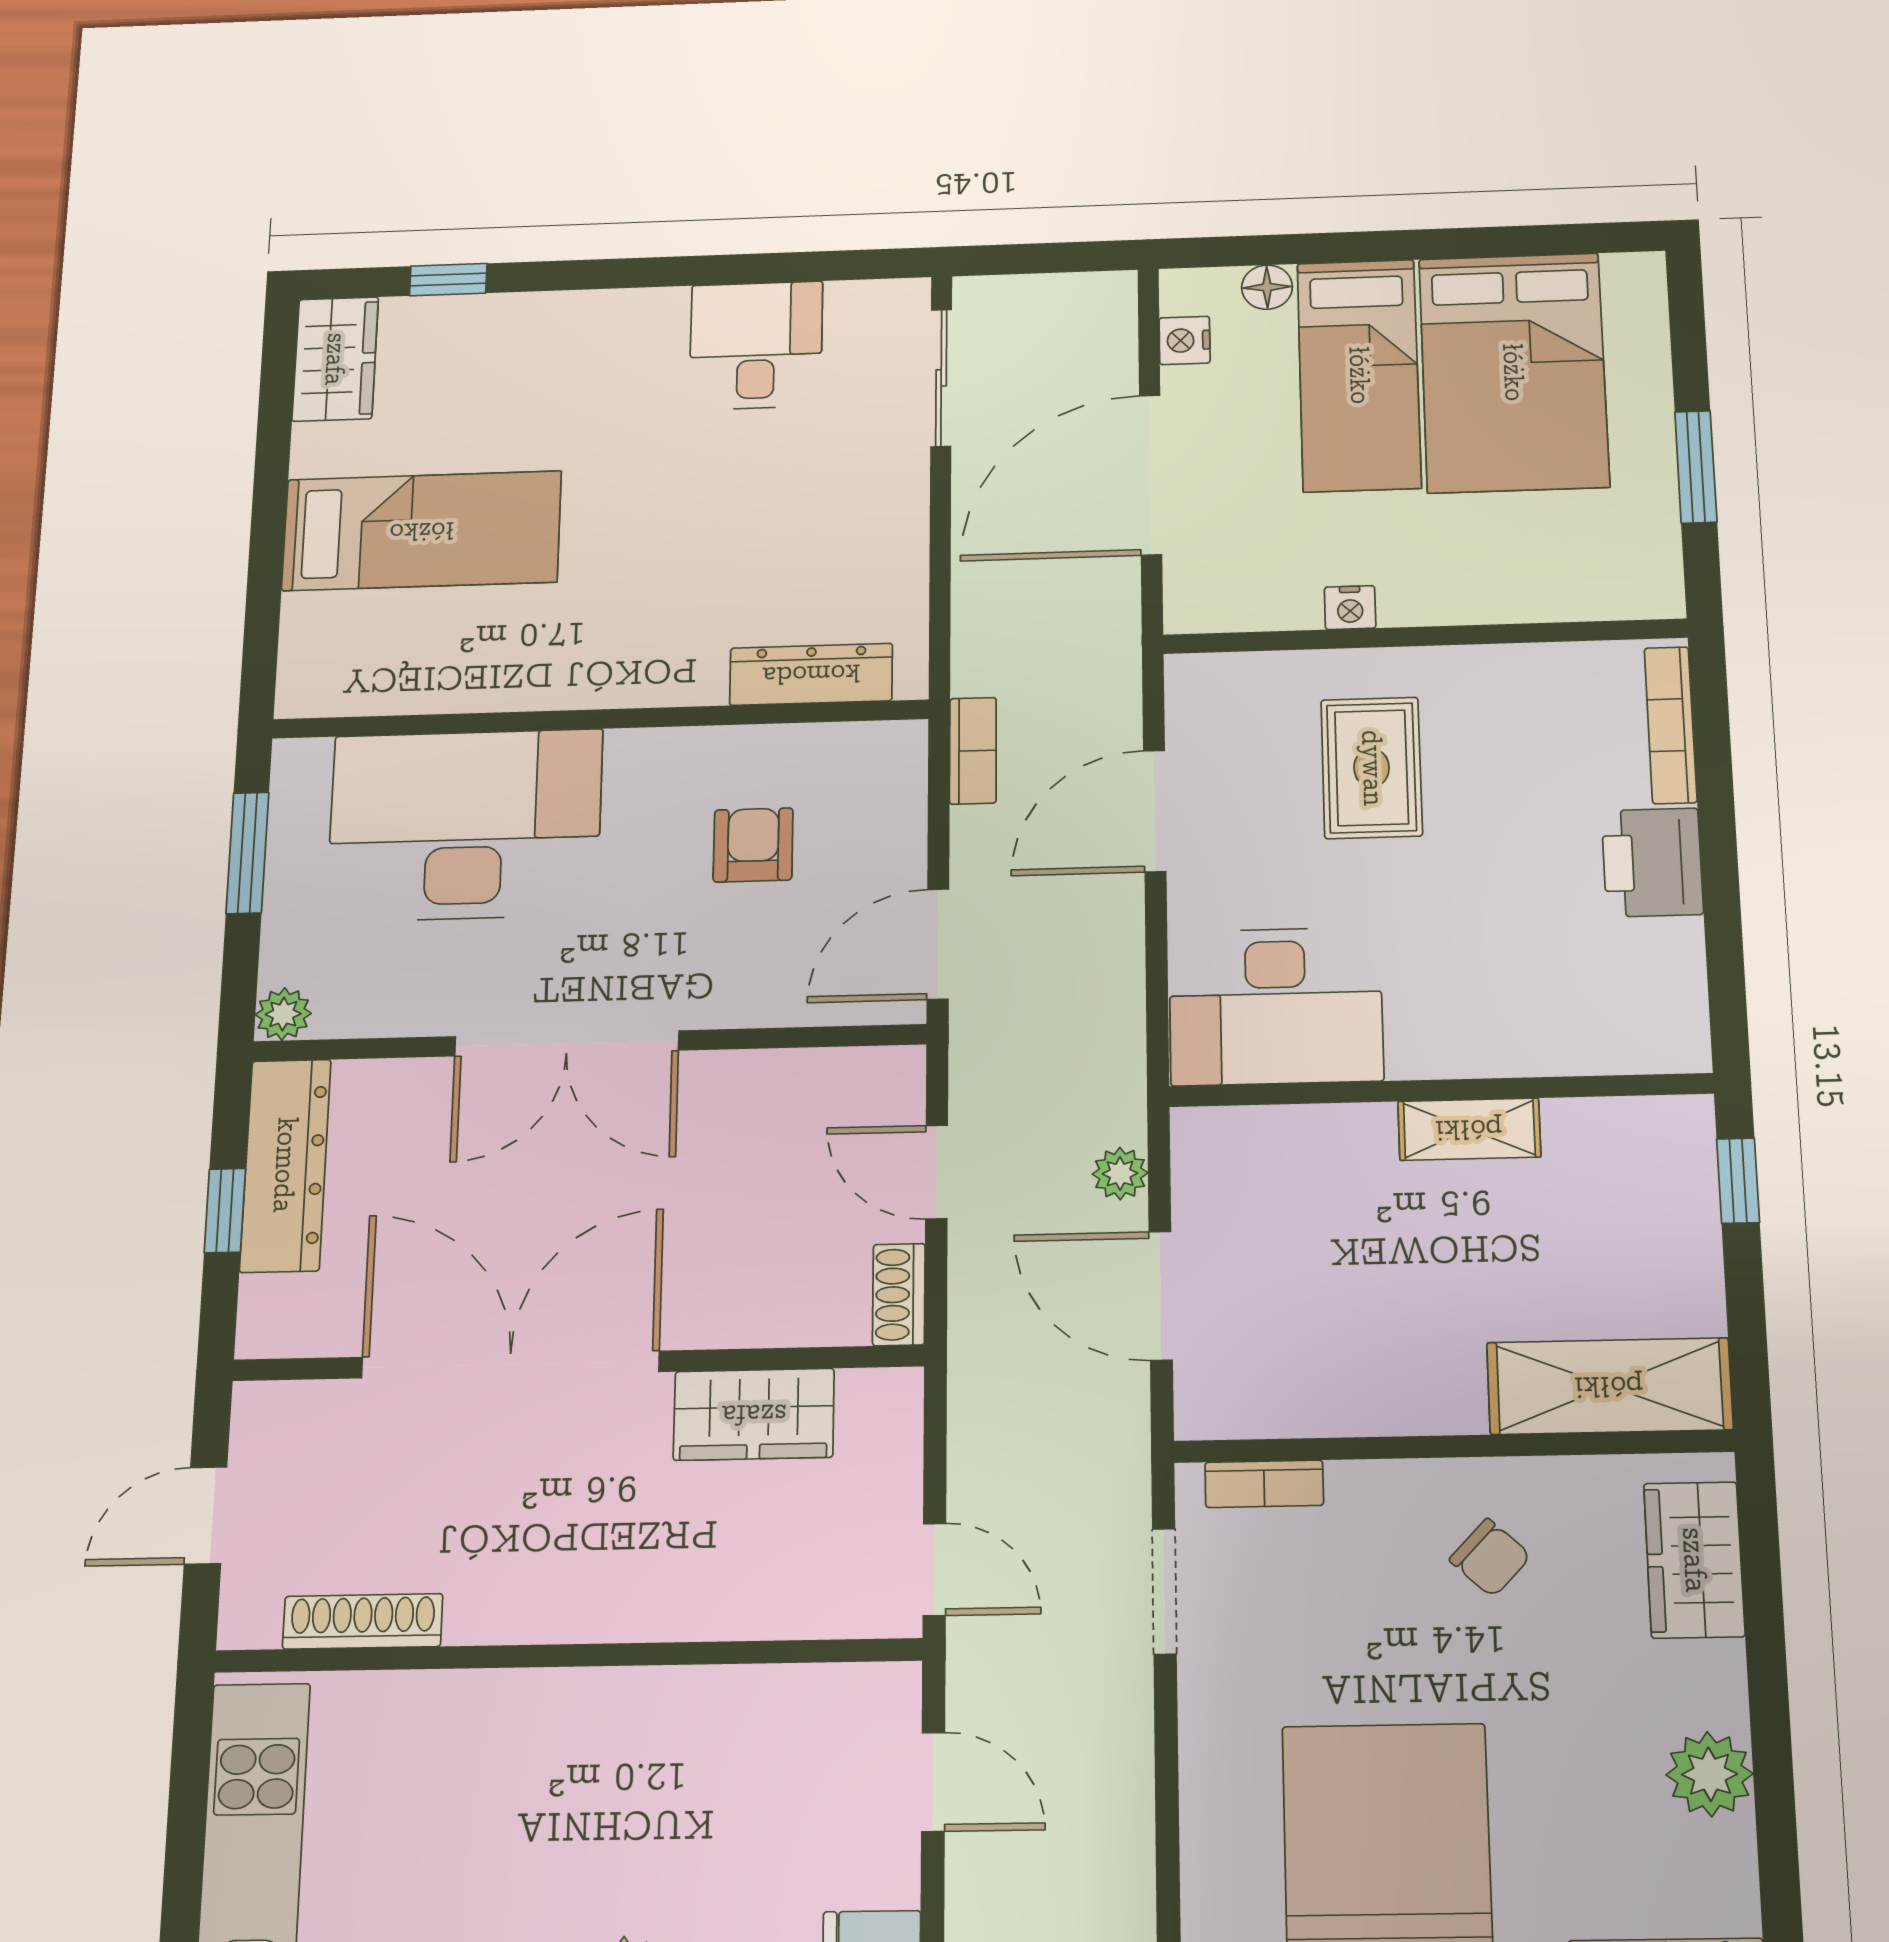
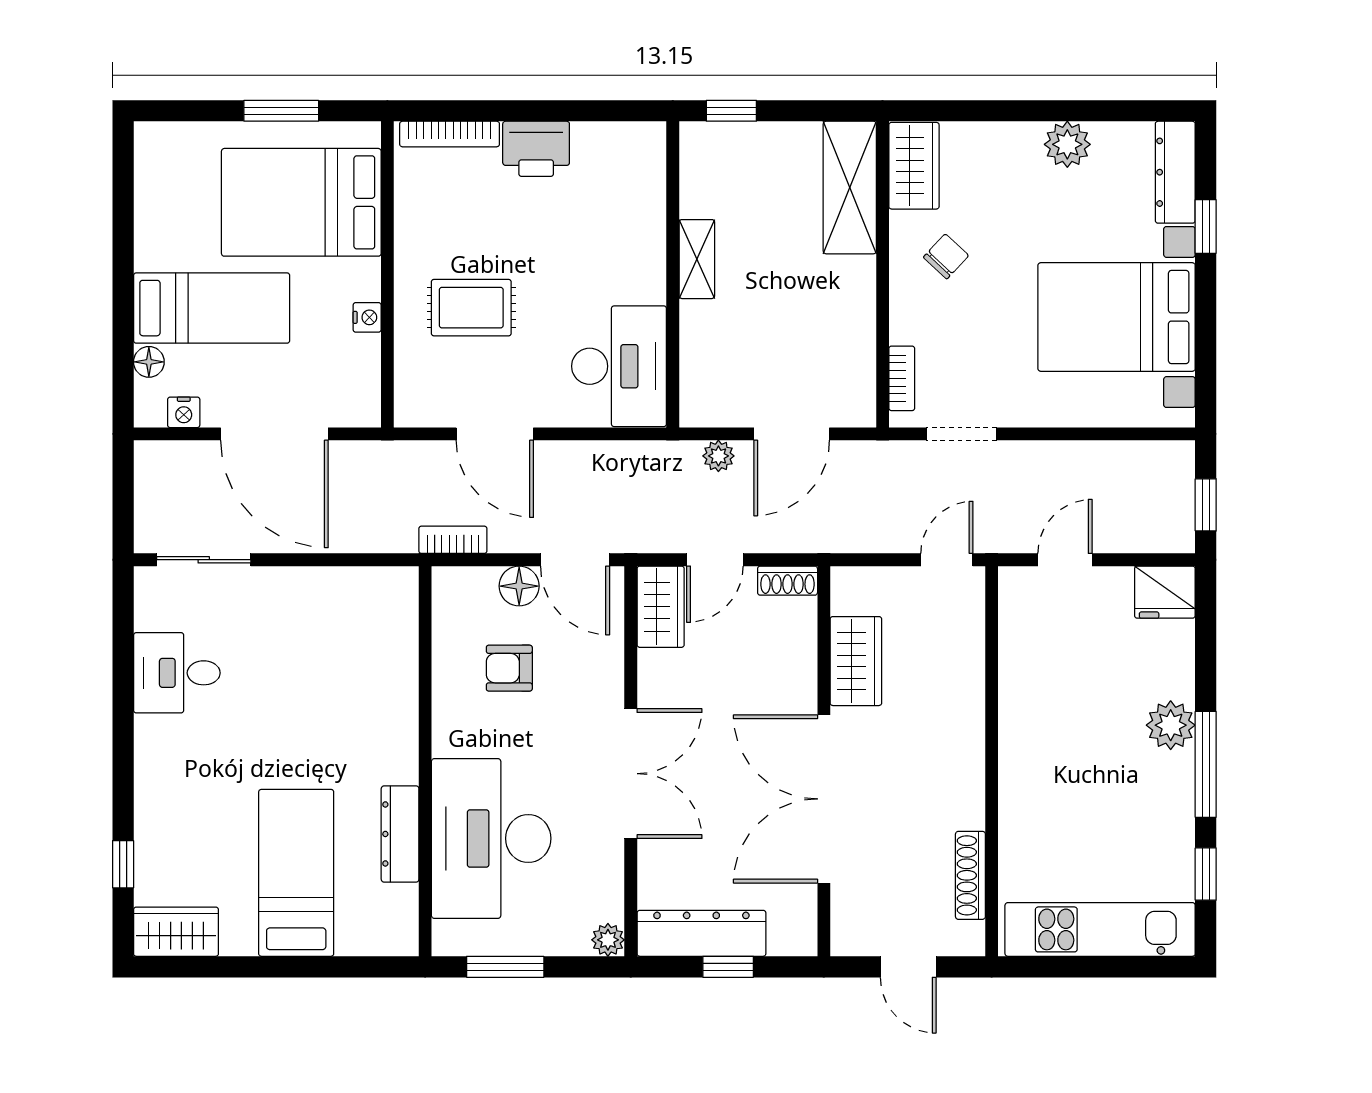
bed: (1513, 372) -> (301, 202), moved, turned 180
dresser: (811, 674) -> (400, 834), moved
floor lamp: (893, 857) -> (519, 586), added
wardrobe: (855, 1085) -> (661, 607), added
wardrobe: (1694, 1560) -> (914, 166), moved, turned -90

